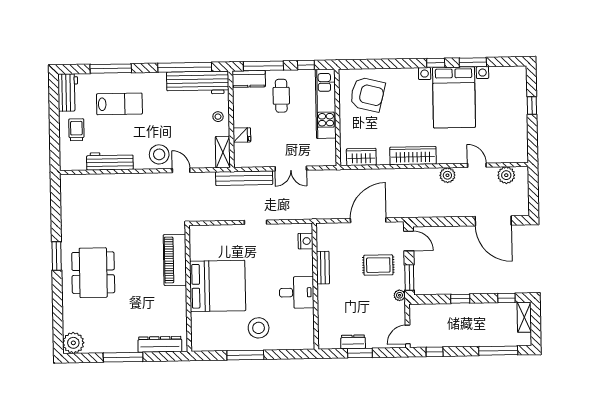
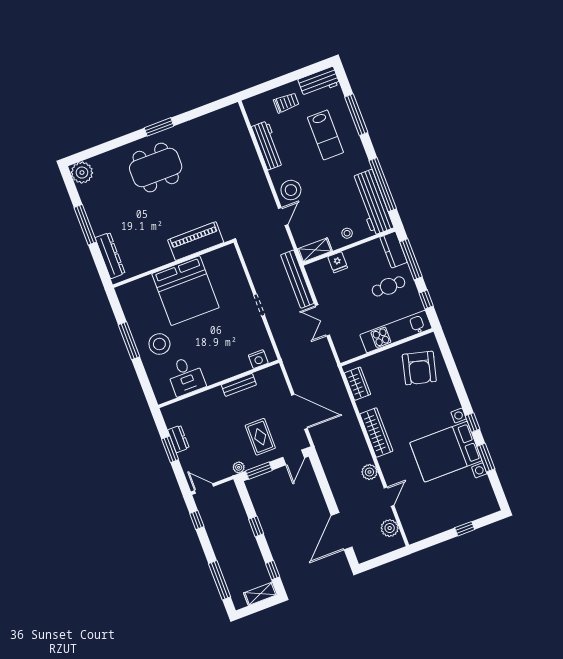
desk: (297, 292) -> (186, 376), moved

